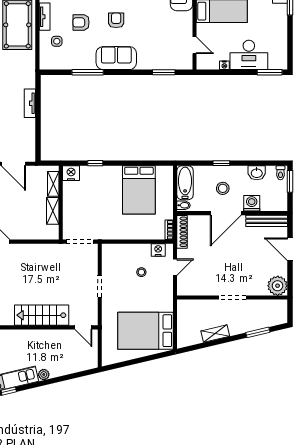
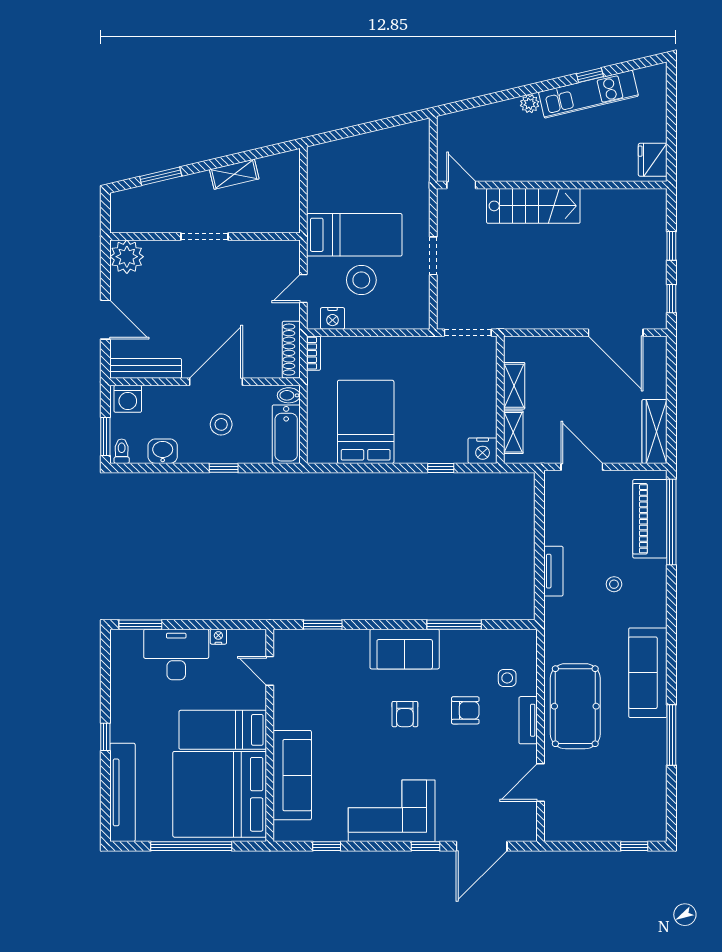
washing machine: (252, 203) -> (128, 399), moved
stool: (141, 272) -> (361, 280), width x1.89, depth x1.89
bed: (145, 331) -> (354, 235), moved, width x0.67

